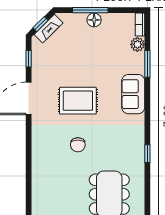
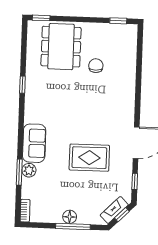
plant: (137, 44) -> (29, 170), moved
rug: (78, 101) -> (89, 158), moved
chair: (78, 145) -> (96, 66), moved

